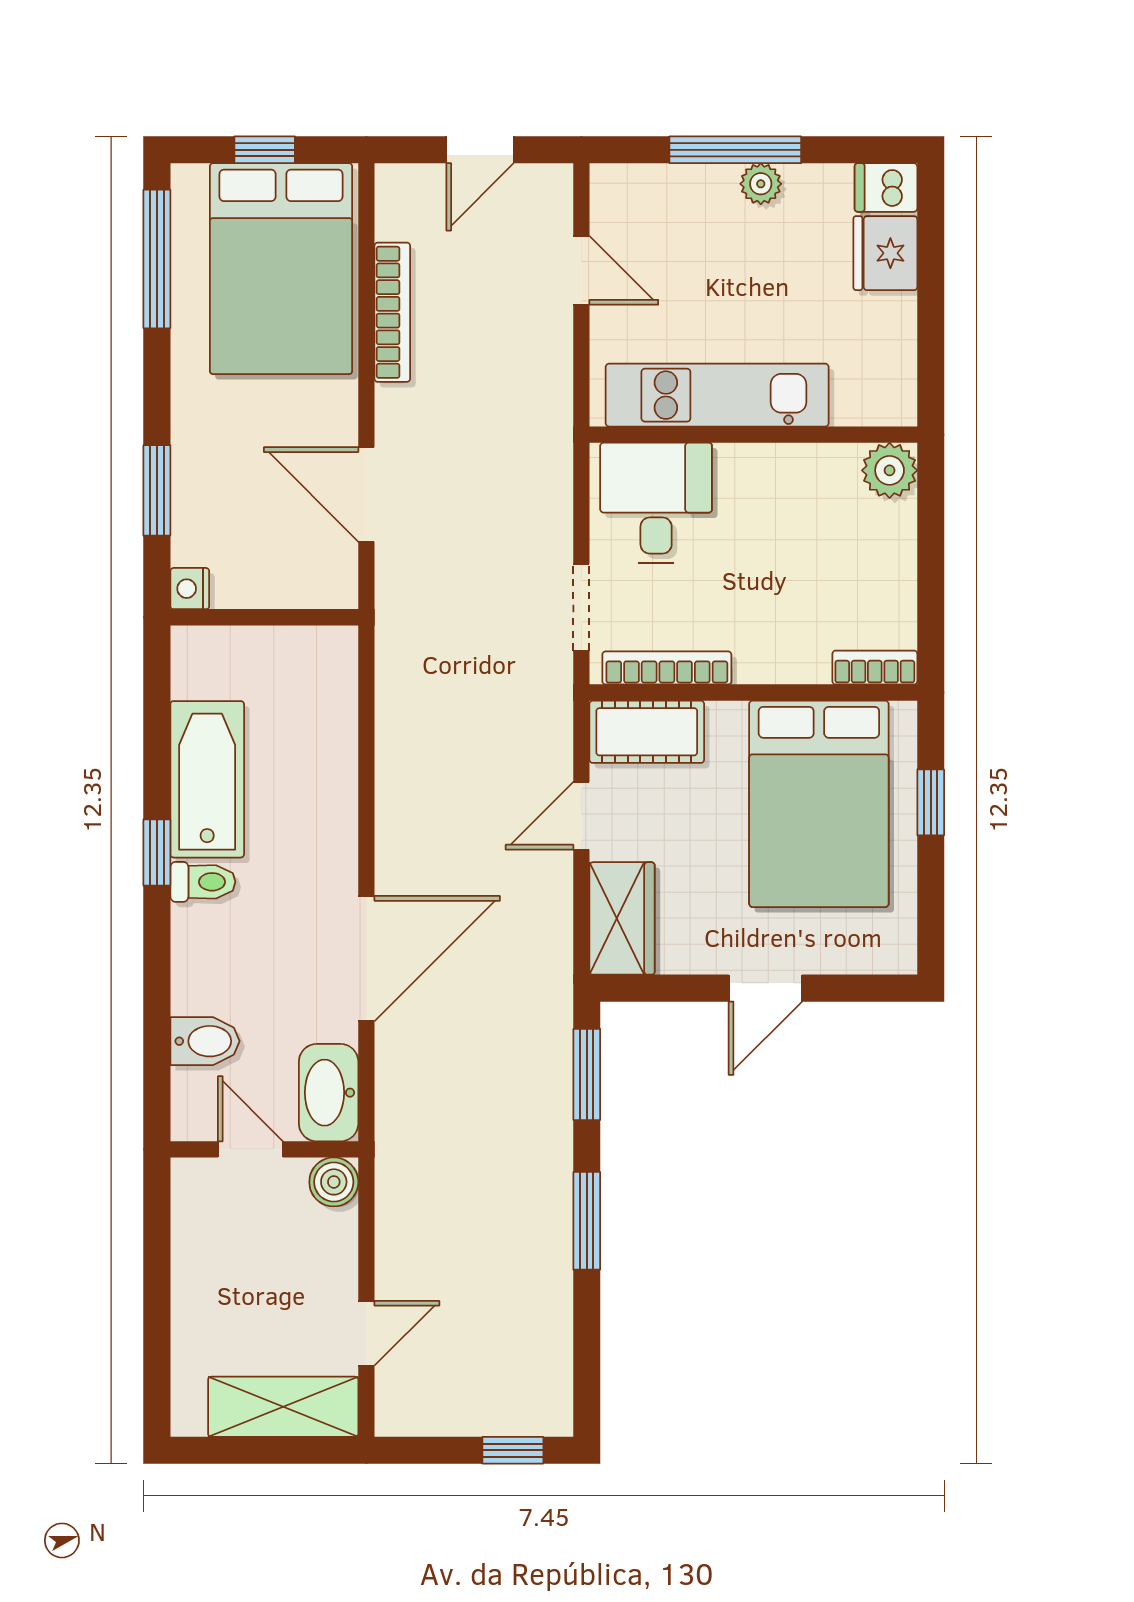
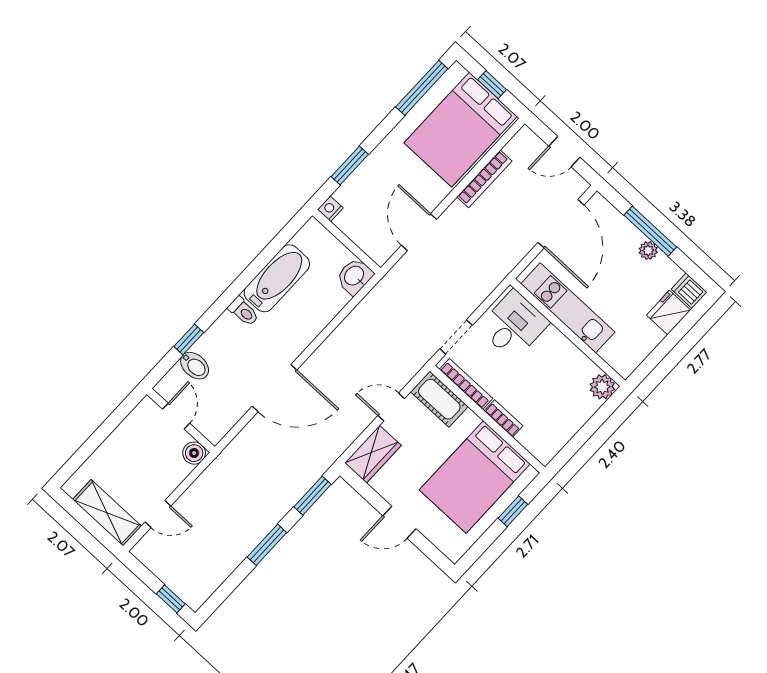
door: (581, 270) -> (561, 224), width x1.88
bookcase: (875, 668) -> (503, 418), moved
window: (157, 853) -> (189, 340), moved
washbasin: (329, 1093) -> (355, 276), moved, width x0.72

